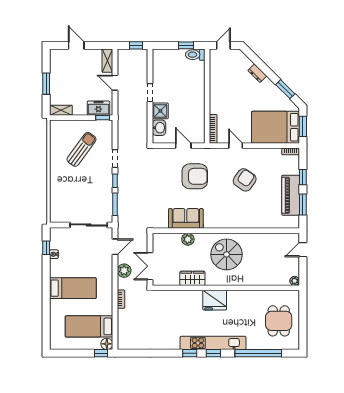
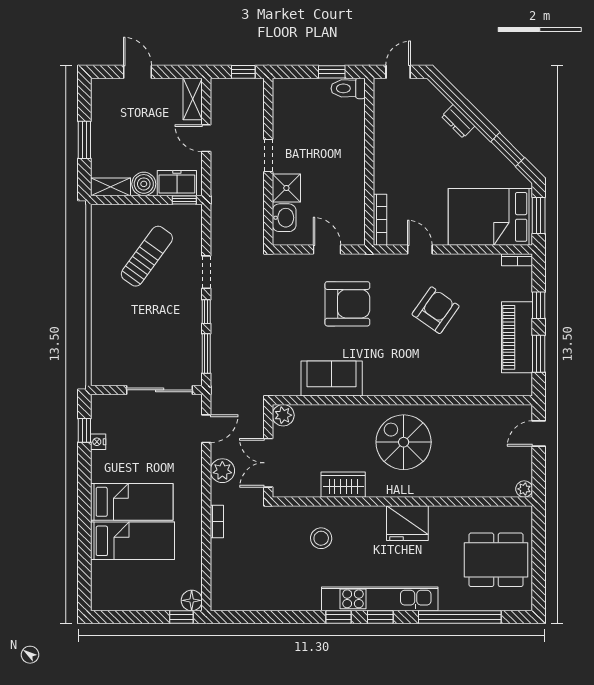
boiler: (80, 109) -> (144, 184), added
plant: (188, 239) -> (283, 415), moved
fridge: (215, 300) -> (407, 523), moved
stool: (180, 309) -> (321, 538), added
dining table: (279, 321) -> (496, 560), width x1.38
bed: (89, 326) -> (132, 541), moved, turned 180

